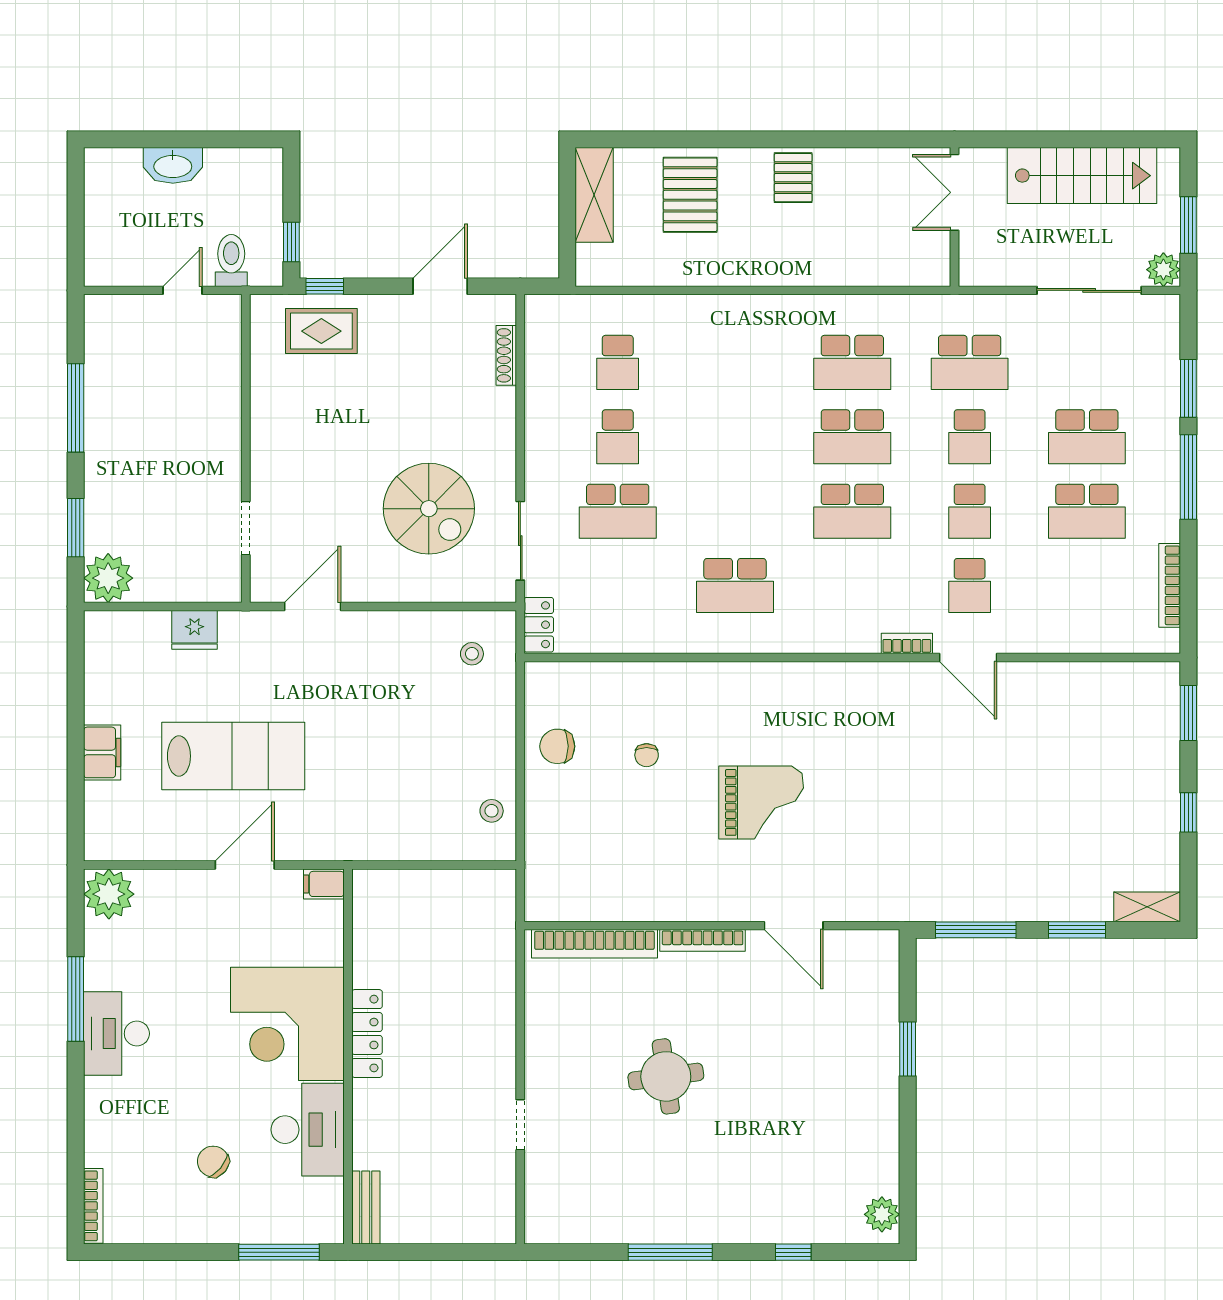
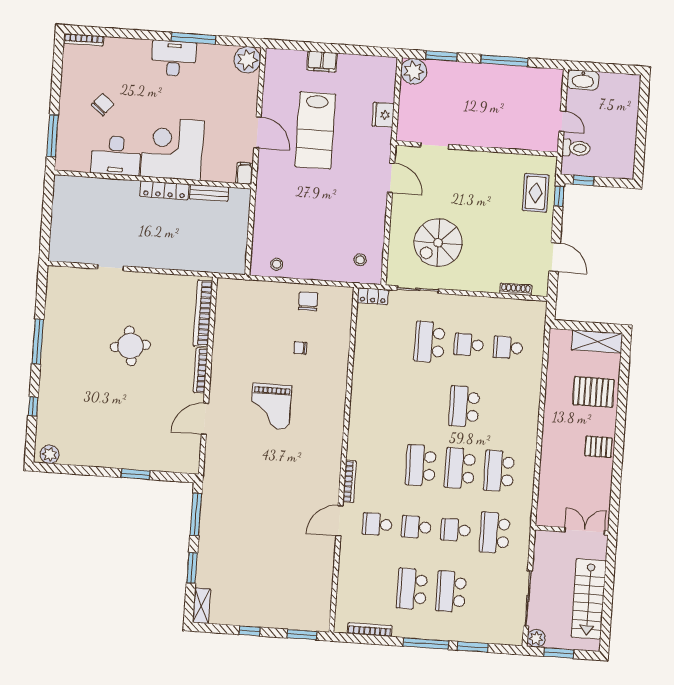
washbasin: (173, 165) -> (583, 80), moved, turned -90
school desk: (735, 586) -> (464, 406), moved
bookcase: (907, 643) -> (350, 481), width x1.56
bench: (366, 1208) -> (209, 193), moved

